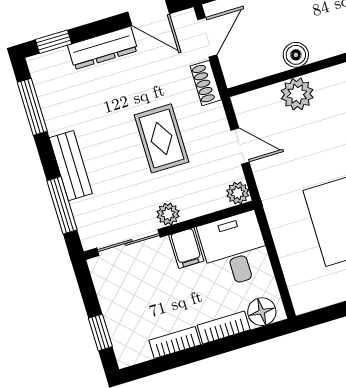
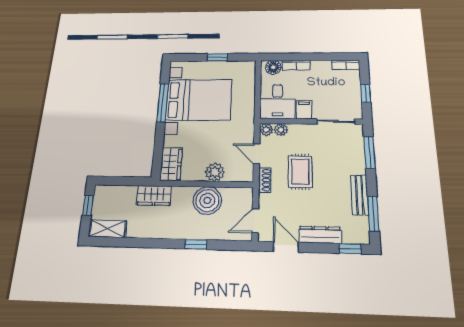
boiler: (296, 55) -> (207, 201), width x1.86, depth x1.86
shoe rack: (206, 83) -> (265, 180), moved
bench: (71, 166) -> (360, 195), moved
plant: (168, 214) -> (281, 130), moved
window: (100, 332) -> (366, 93), moved
bookcase: (175, 343) -> (346, 65), moved

